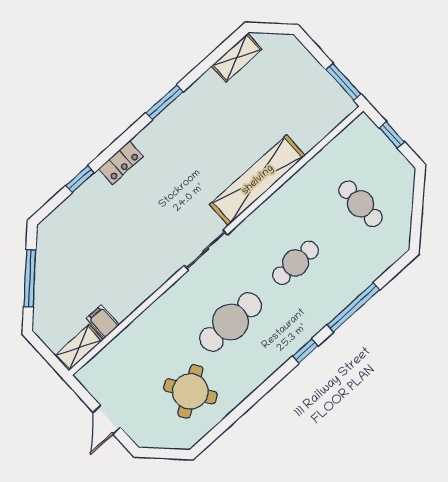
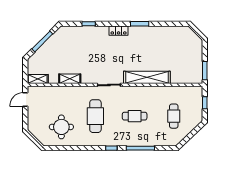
shelving: (237, 58) -> (70, 79), moved
locker: (121, 163) -> (119, 31), moved
filing cabinet: (103, 322) -> (53, 78), removed
cafe table: (231, 322) -> (95, 116), turned 90
round table: (190, 391) -> (61, 127), turned 32
door: (107, 420) -> (25, 99), moved

